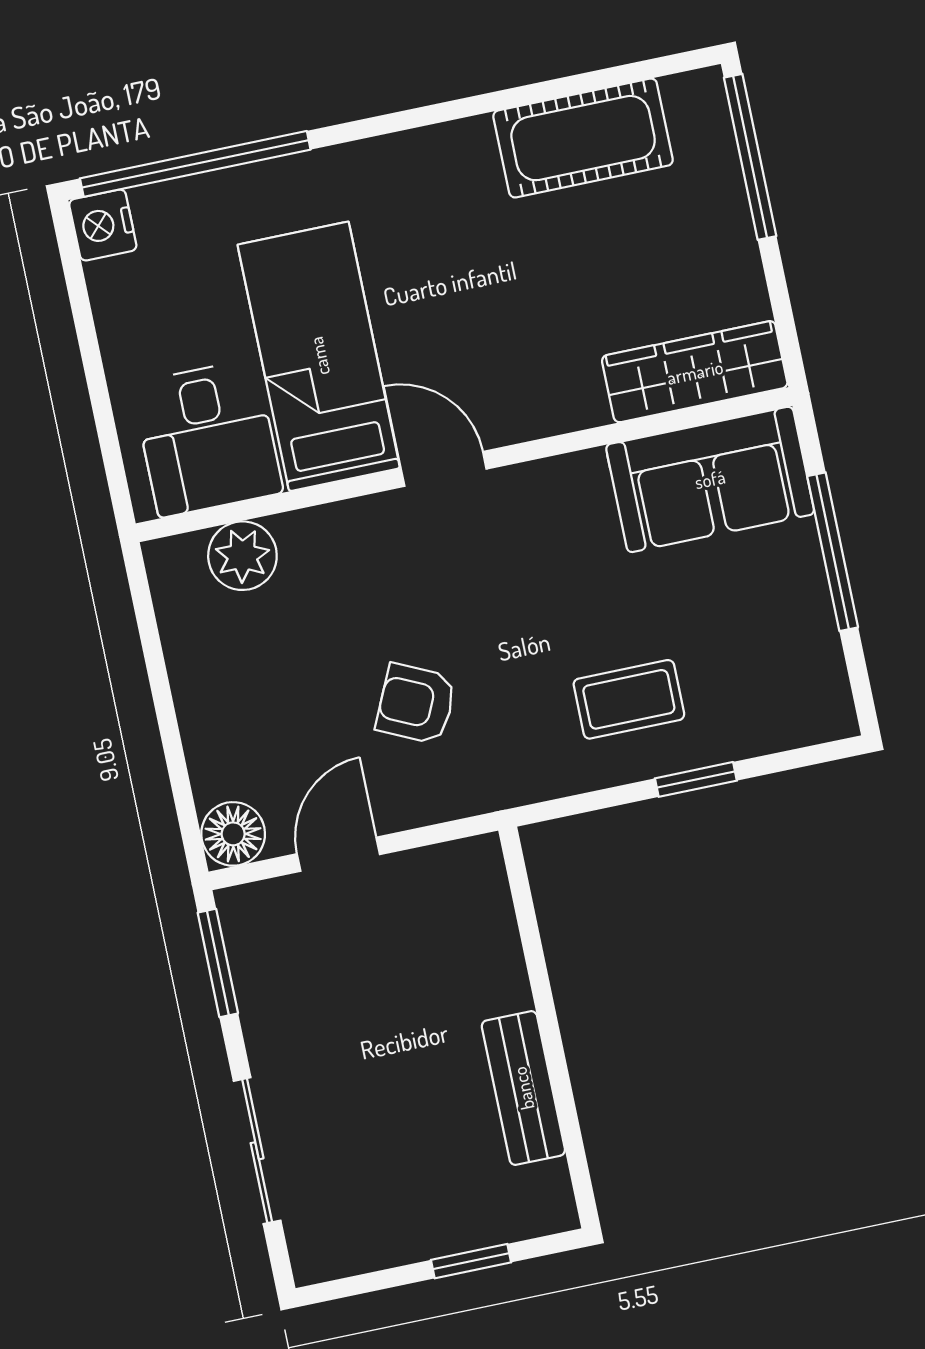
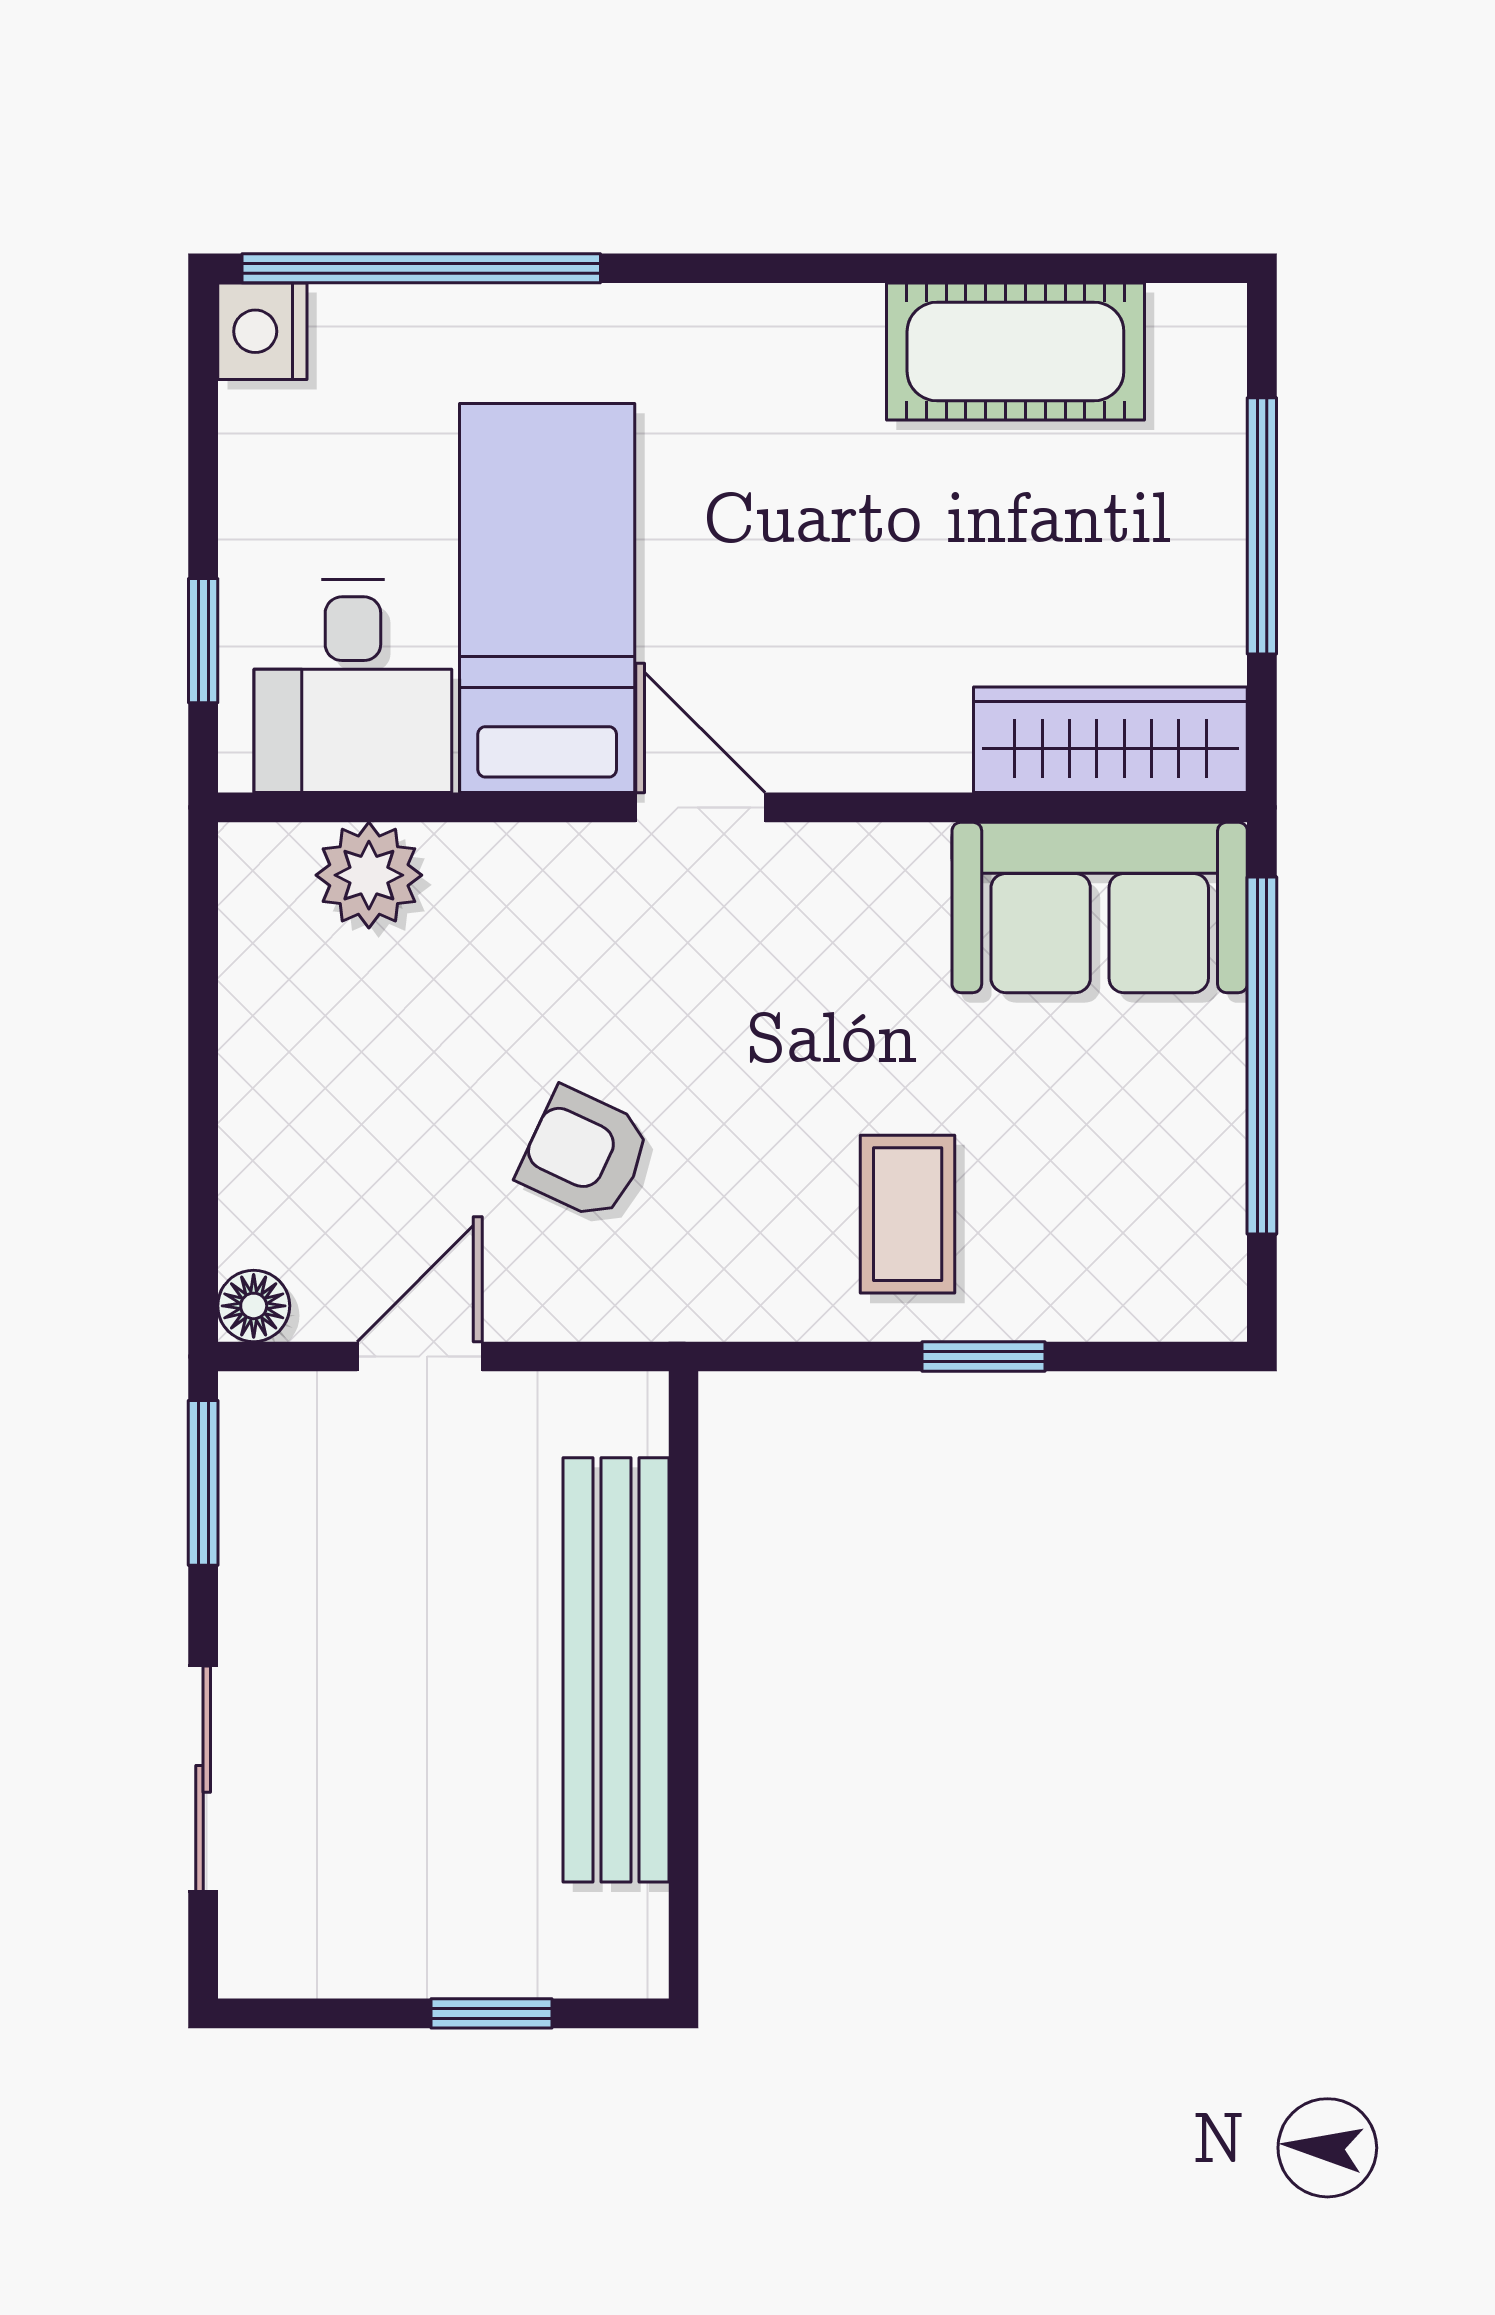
window: (750, 157) -> (1262, 526), moved
window: (106, 429) -> (203, 641), added
window: (833, 552) -> (1262, 1055), width x1.46
coffee table: (629, 699) -> (908, 1214), turned 90
floor lamp: (233, 834) -> (254, 1306), width x0.73, depth x0.73
bench: (523, 1088) -> (616, 1670), width x1.86, depth x1.21

